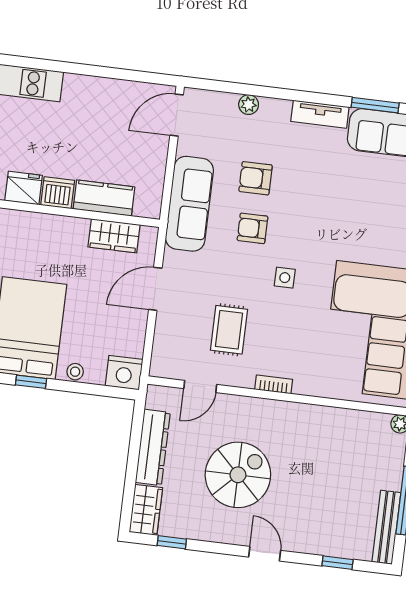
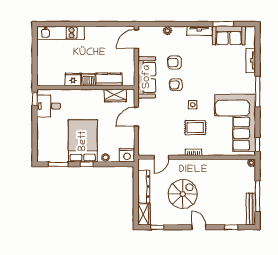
rug: (229, 330) -> (195, 128), moved, turned 90

